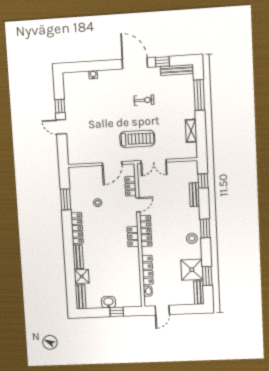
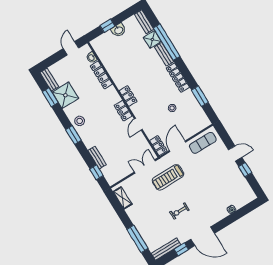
shelving: (191, 131) -> (123, 198), moved
exercise mat: (86, 154) -> (203, 143), added
locker: (131, 186) -> (158, 146), moved
locker: (146, 231) -> (123, 111), width x0.66
window: (70, 267) -> (167, 42), added

